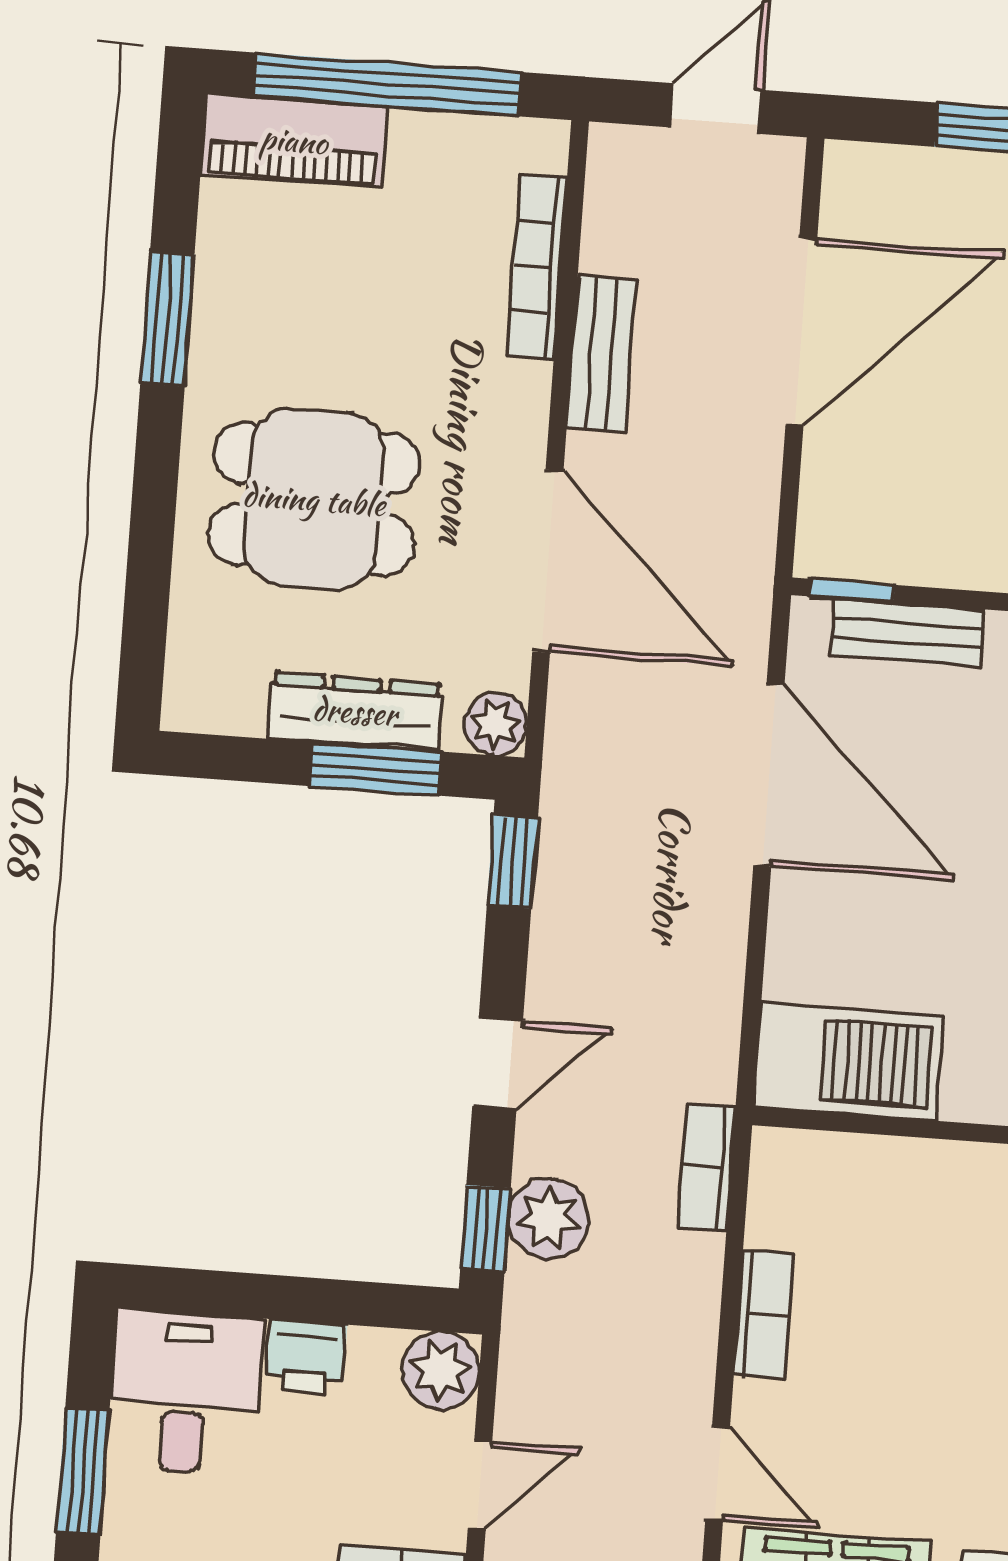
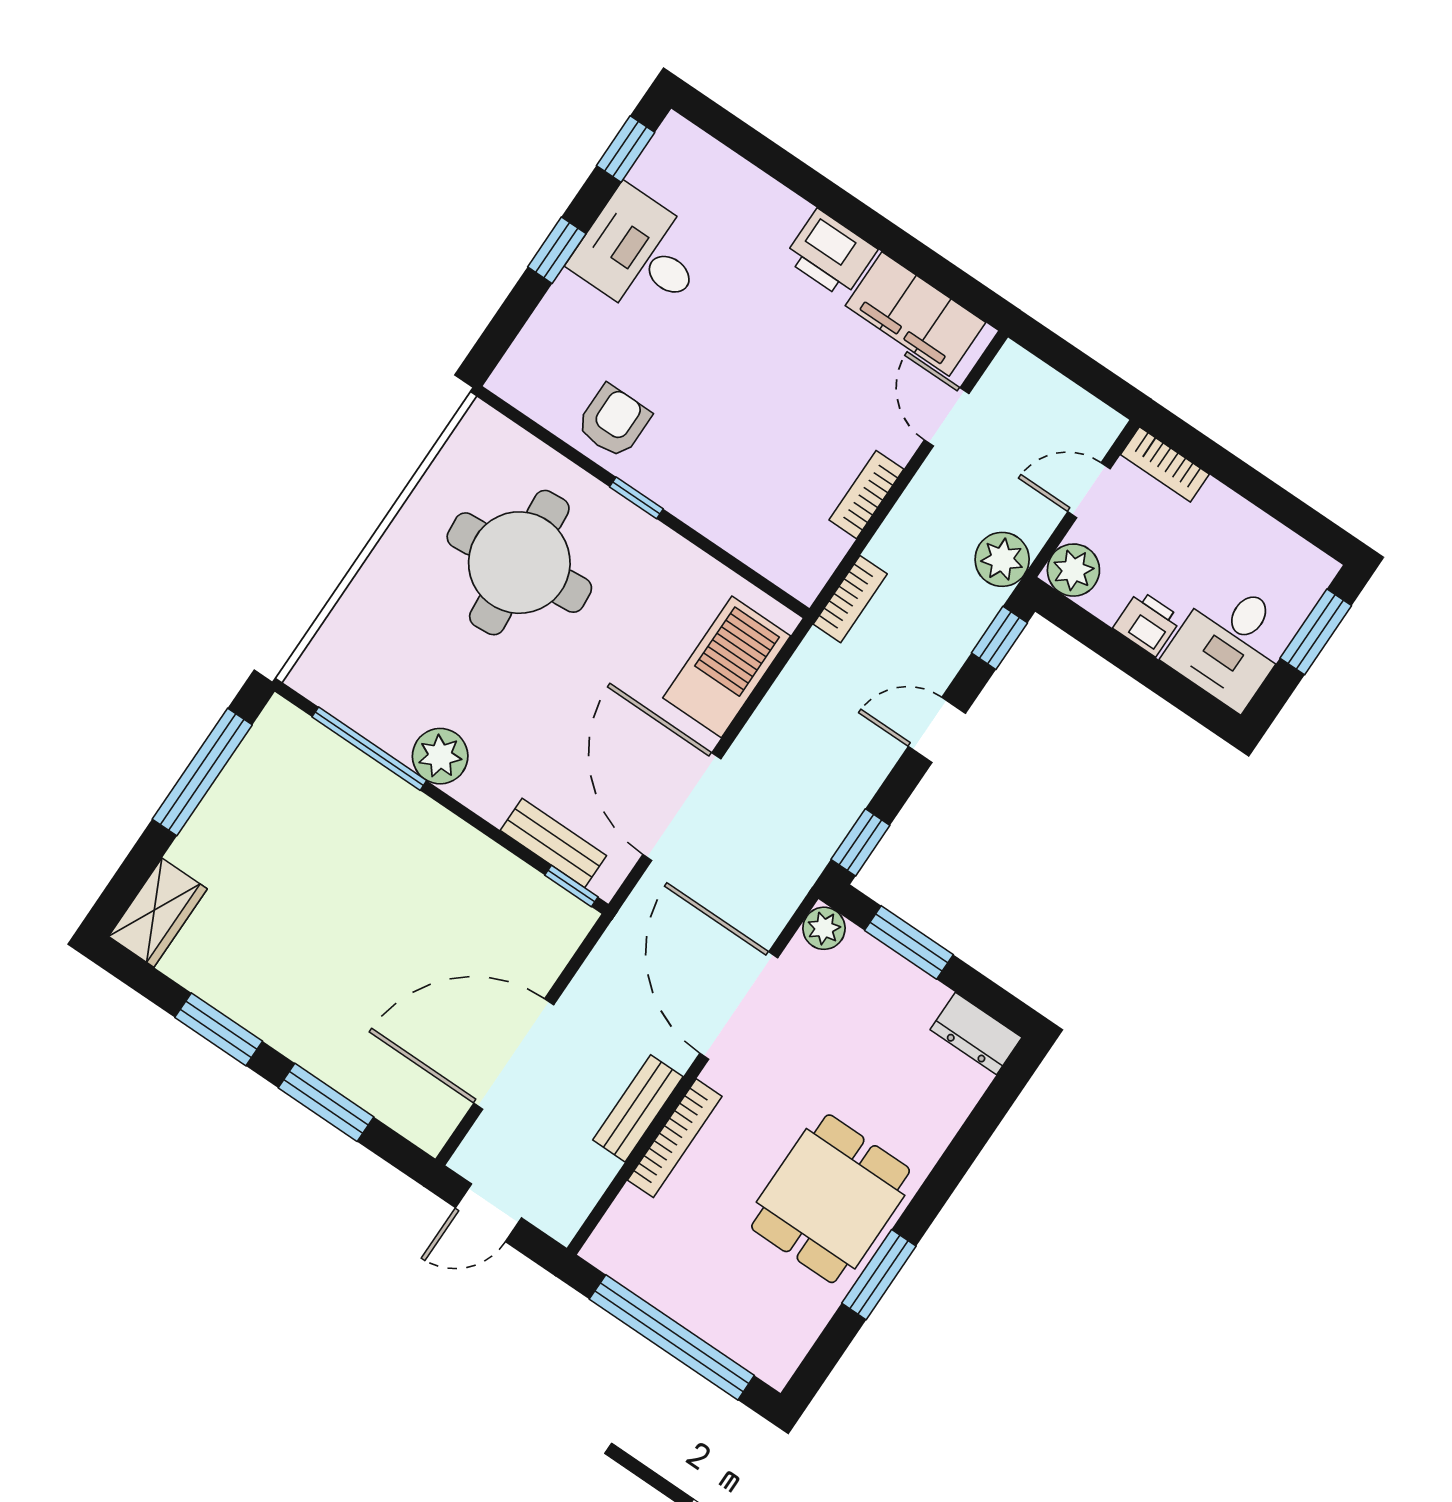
piano: (294, 140) -> (745, 1336), removed
bookcase: (537, 267) -> (675, 1138), moved
dining table: (314, 499) -> (831, 1199), moved, turned 90
dresser: (355, 711) -> (976, 1034), moved, width x0.70
barbecue: (849, 1061) -> (727, 667), moved, turned 90
plant: (549, 1218) -> (1002, 559), moved

